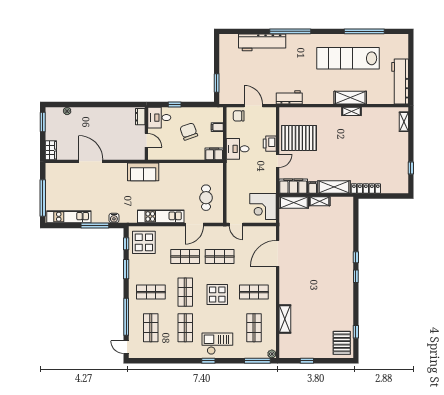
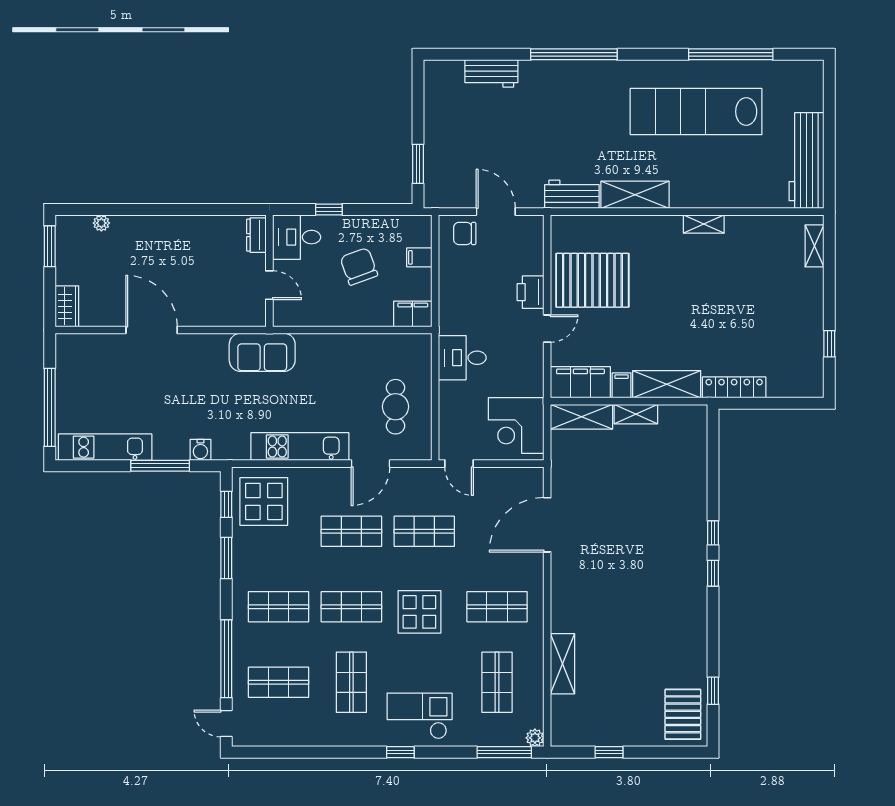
workbench: (262, 42) -> (491, 73), width x0.53, depth x0.76
shelving: (350, 98) -> (635, 195), moved
desk: (238, 149) -> (462, 358), moved
shop shelf: (185, 292) -> (351, 607), turned 90
shop shelf: (151, 328) -> (279, 682), turned 90

